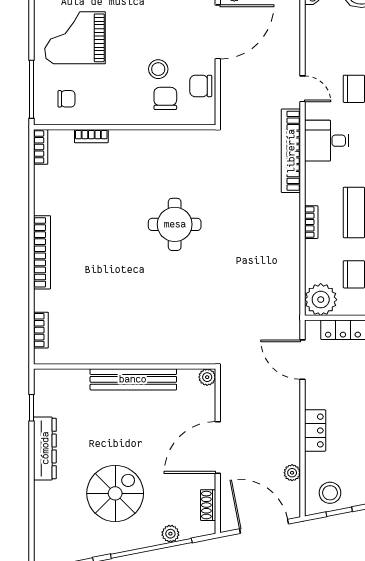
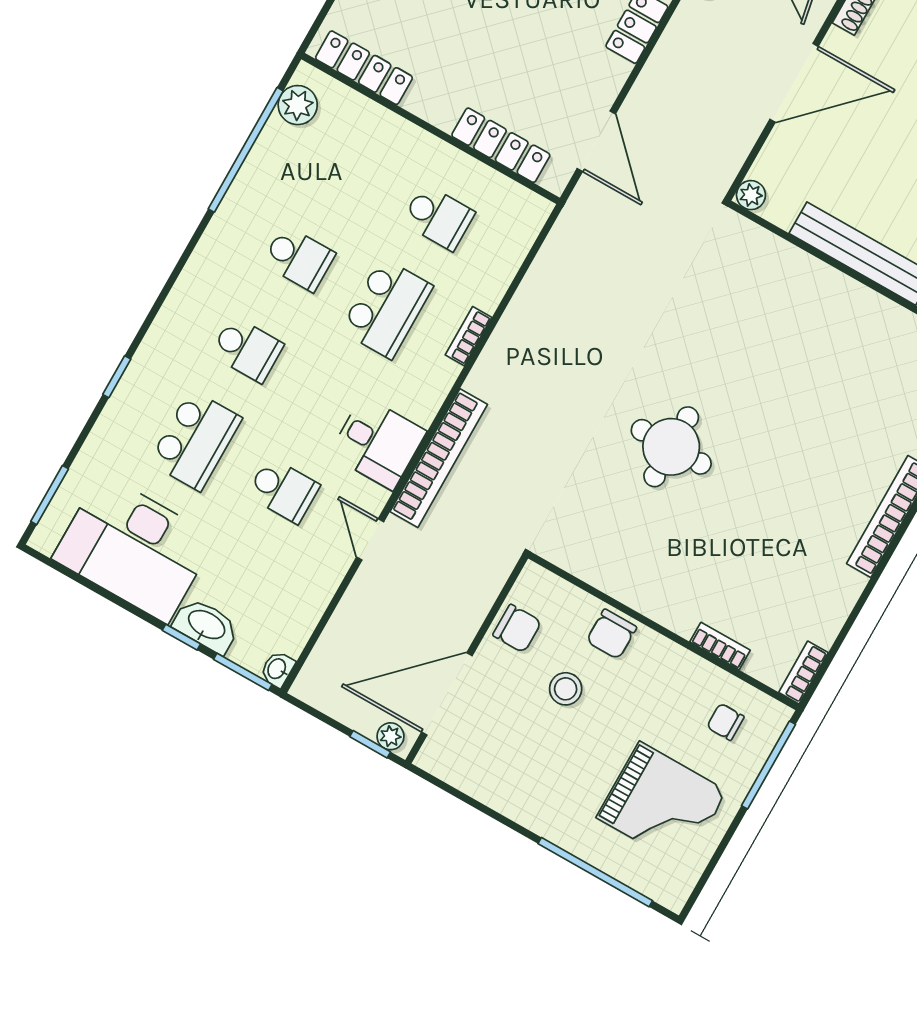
chair: (165, 98) -> (611, 634), moved
plant: (321, 300) -> (519, 214), removed

